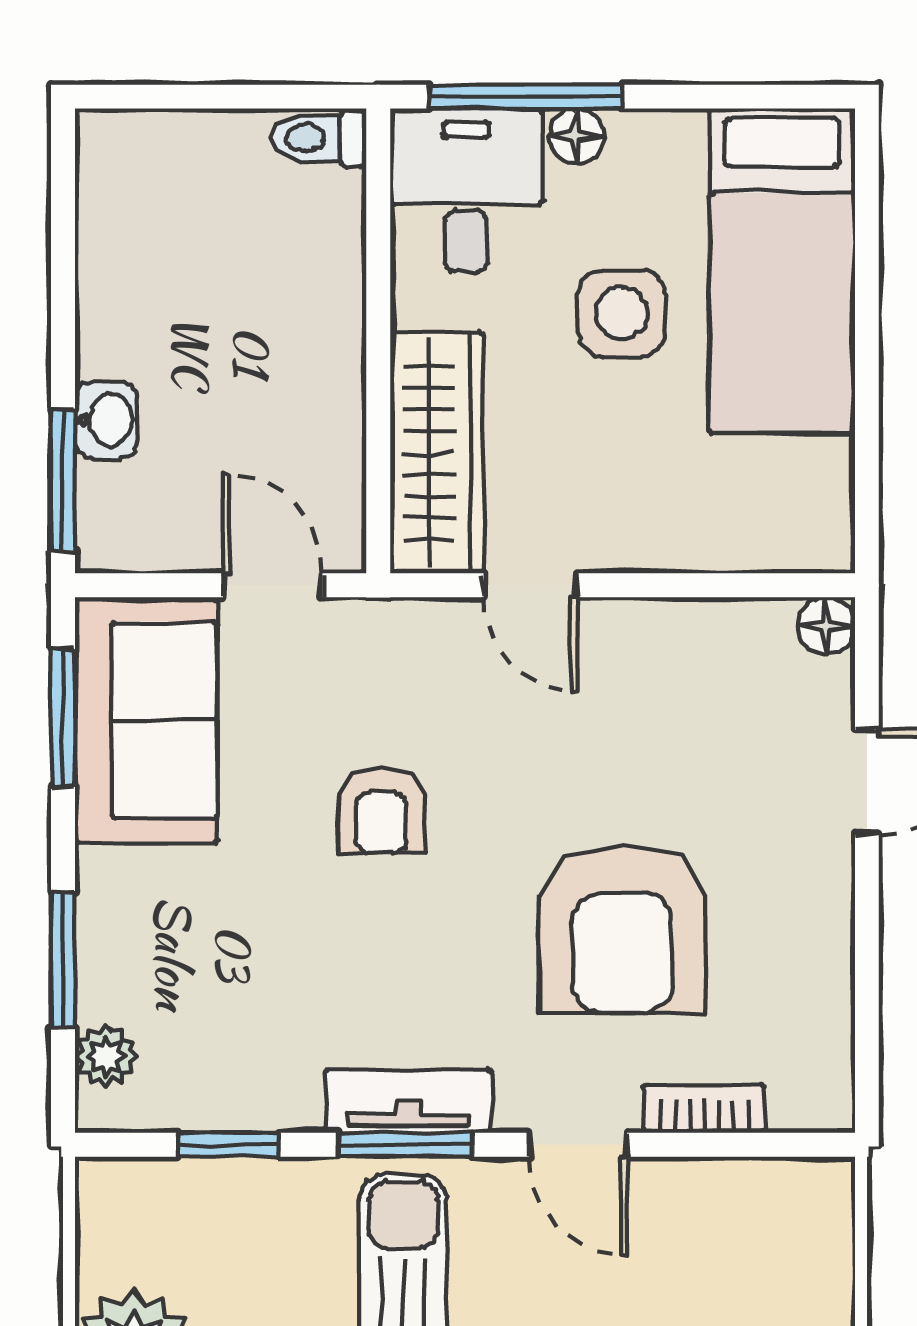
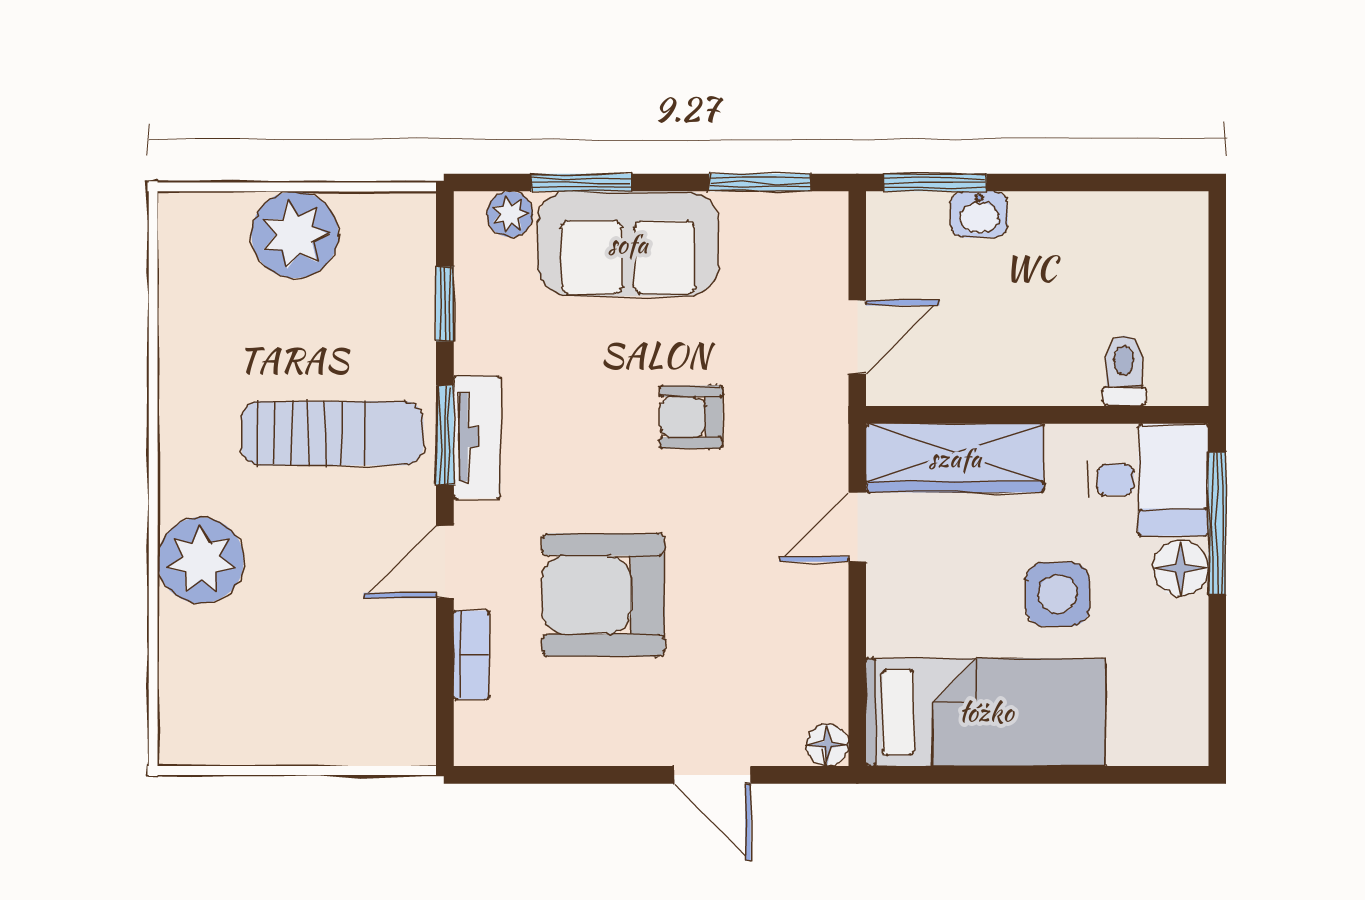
floor lamp: (576, 136) -> (1181, 568), width x1.37, depth x1.37
toilet: (319, 138) -> (1124, 371), moved
bed: (782, 271) -> (986, 712), moved, turned 180
sofa: (146, 720) -> (628, 244), moved

